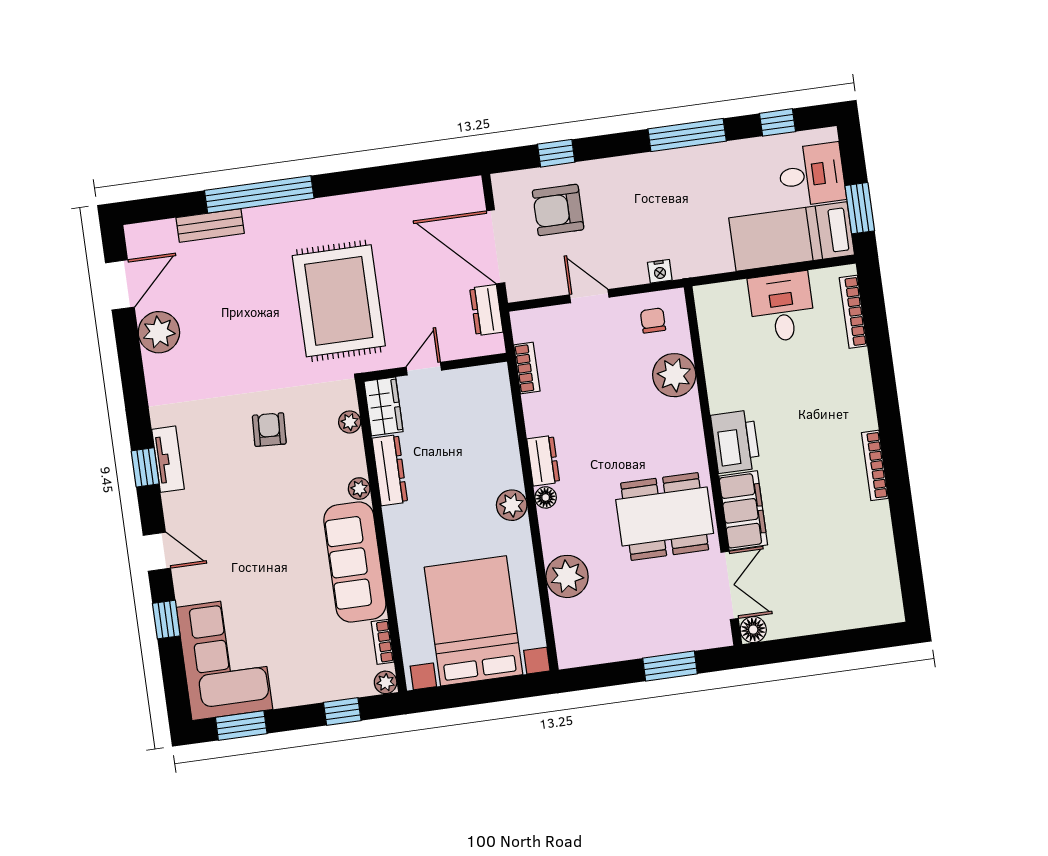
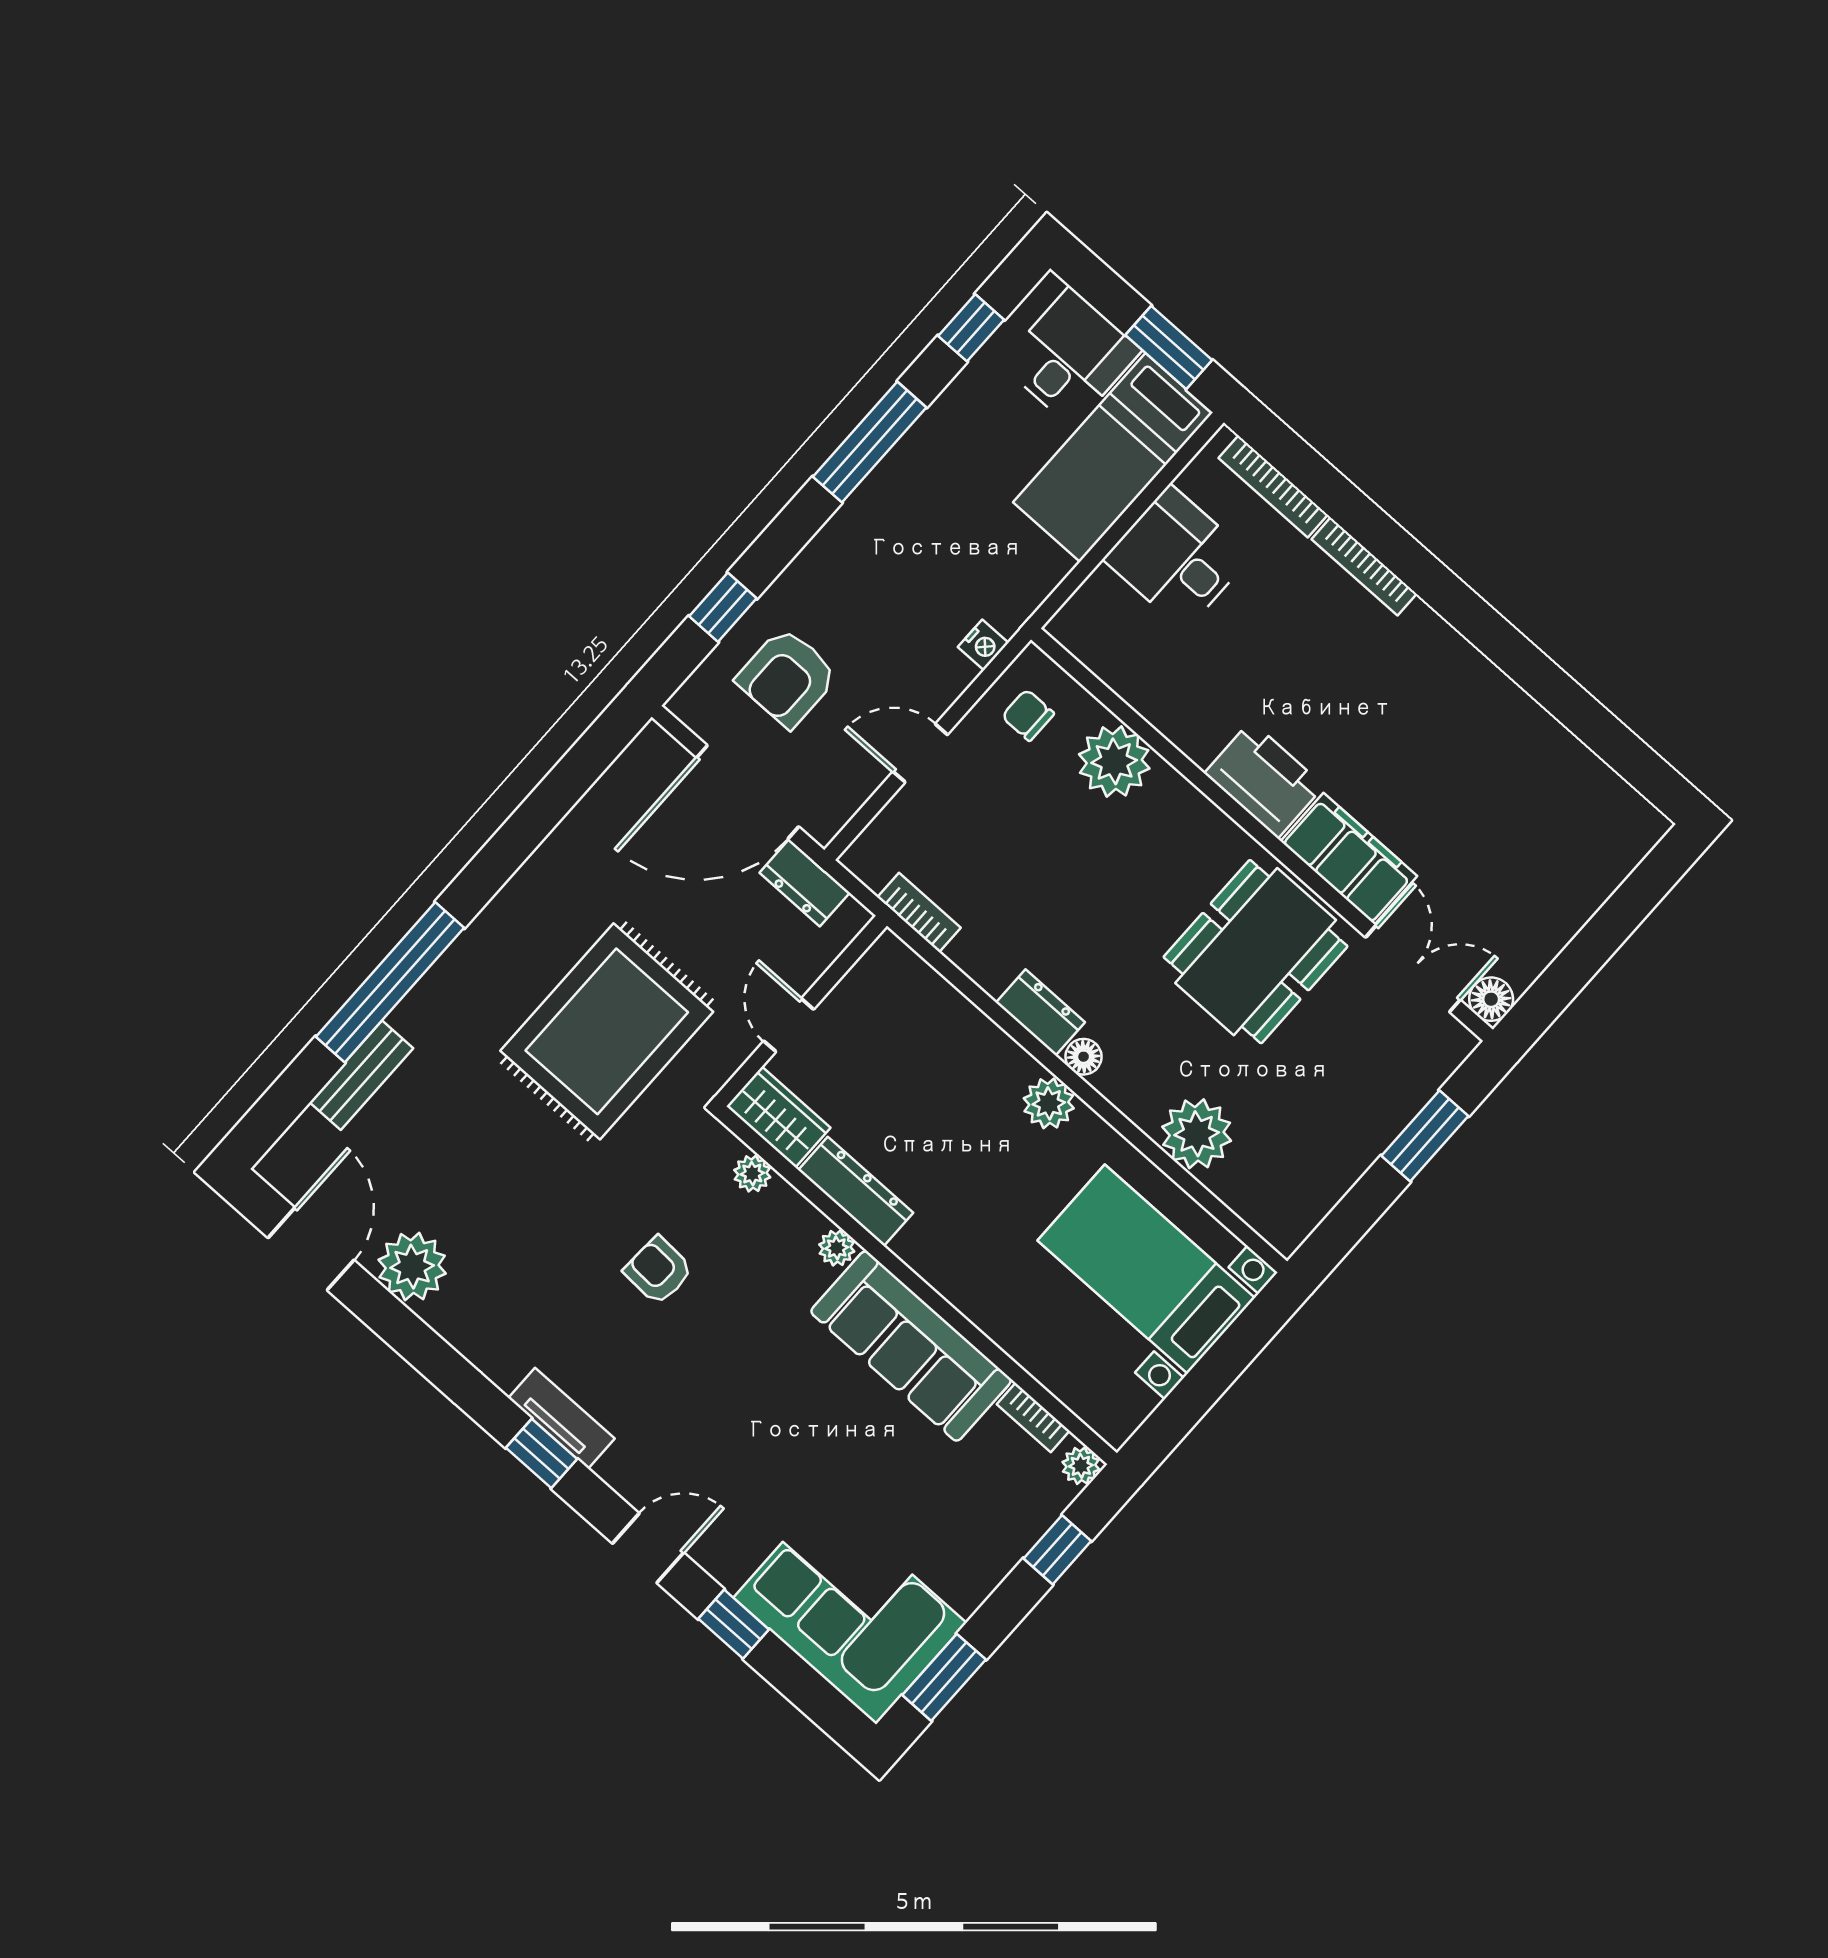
rug: (339, 301) -> (607, 1031), turned 90
bookcase: (875, 465) -> (1364, 566), moved
bed with nightstands: (473, 621) -> (1146, 1269), width x0.73

